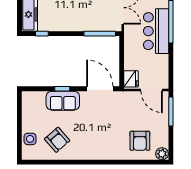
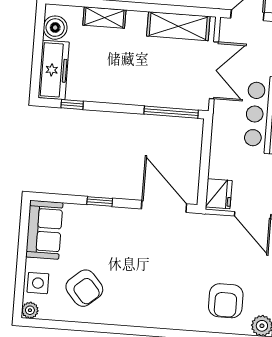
sofa: (63, 101) -> (44, 230), moved, turned -90
plant: (27, 155) -> (30, 310), added

